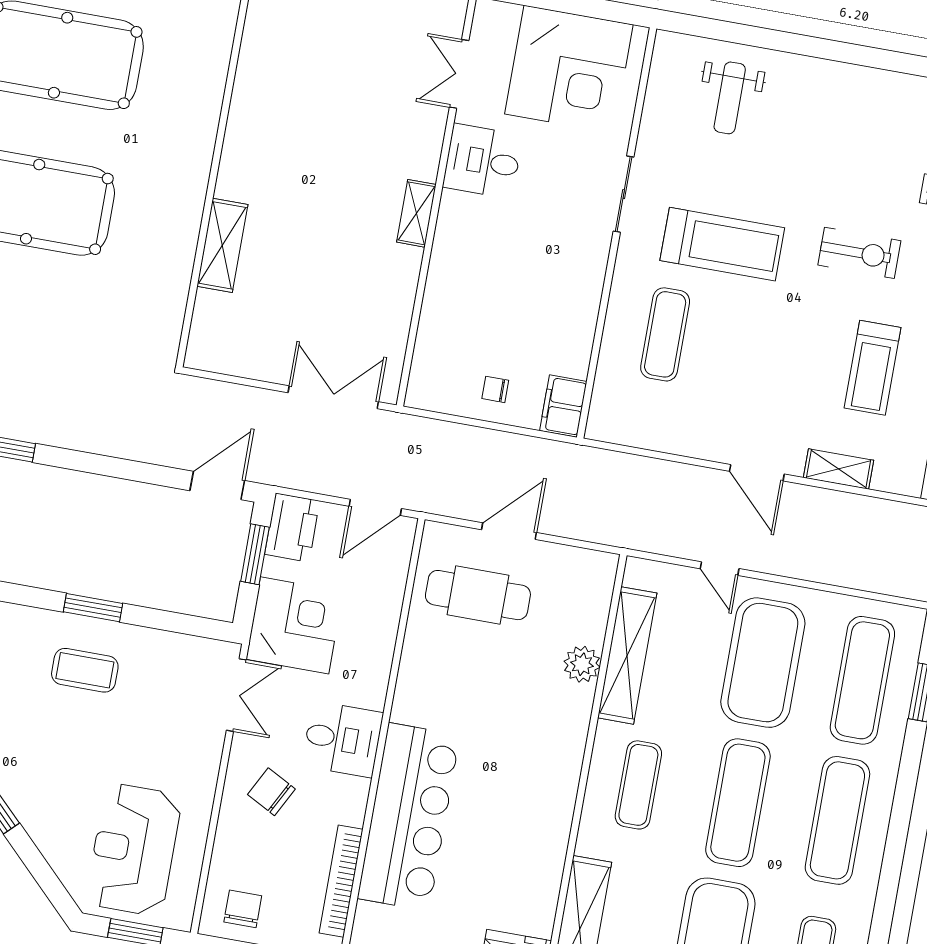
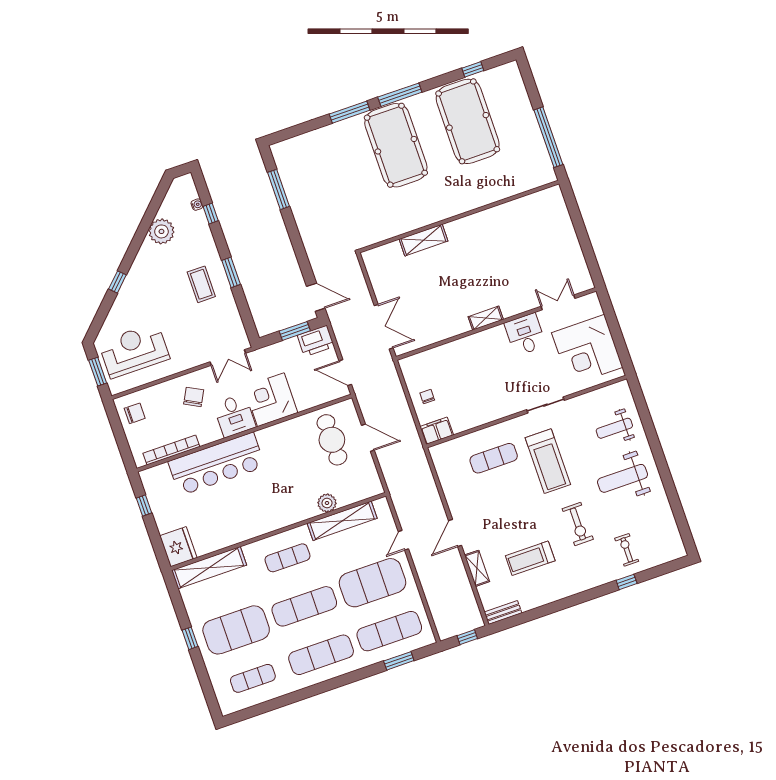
weight bench: (824, 132) -> (622, 478), added
corner desk: (295, 625) -> (271, 400), moved, turned 180

